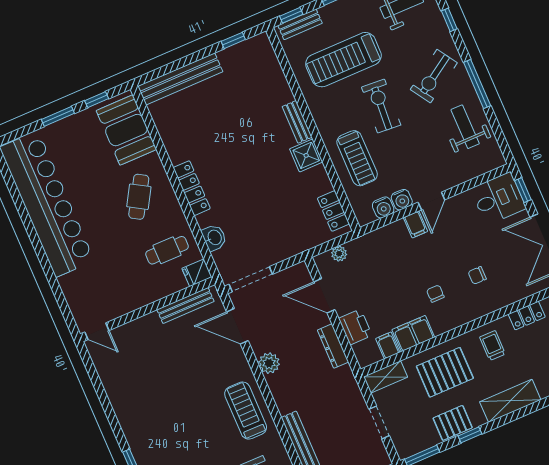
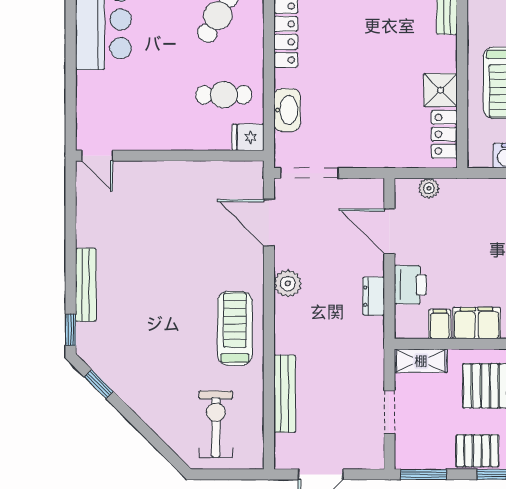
shower: (306, 155) -> (440, 90), moved
washbasin: (214, 238) -> (287, 110), width x1.38
bench: (186, 306) -> (86, 285), moved, turned 90
dresser: (333, 346) -> (374, 296), width x0.70

